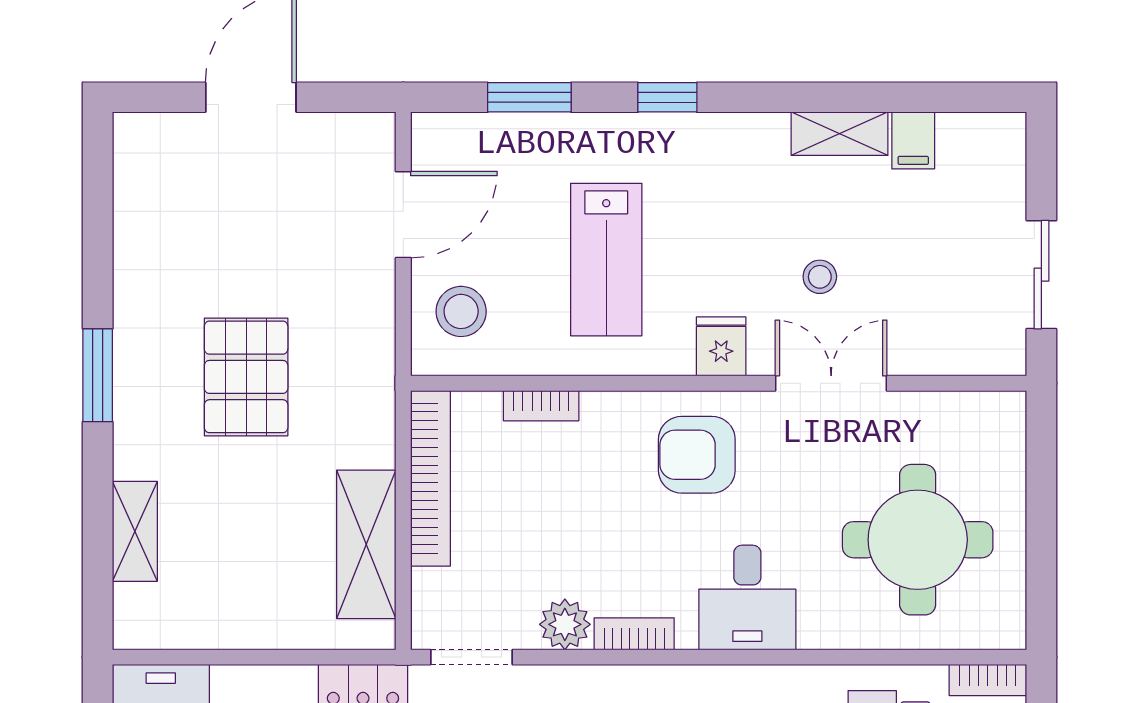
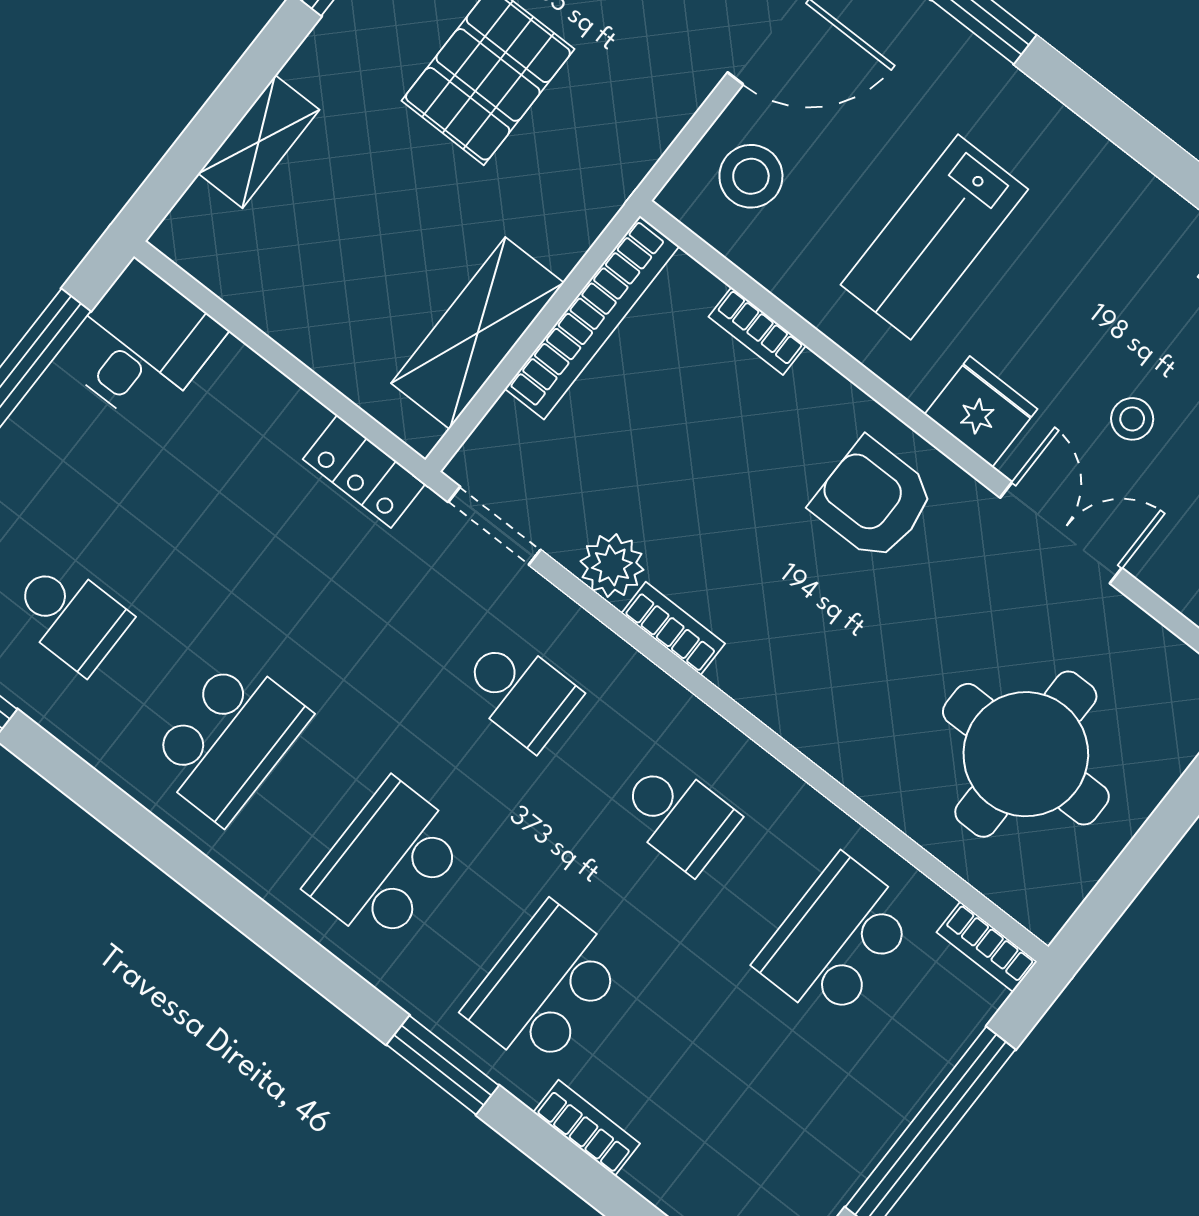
window: (667, 97) -> (1120, 124), removed
fridge: (721, 346) -> (981, 412), width x1.38
desk: (747, 597) -> (813, 680), removed

